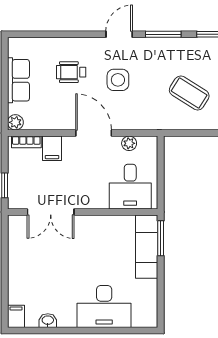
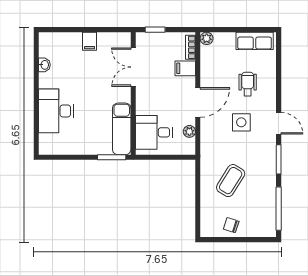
row of seats: (18, 80) -> (255, 41), moved
exam couch: (147, 247) -> (122, 129), moved, turned -90
filing cabinet: (16, 316) -> (90, 41), moved, turned 90

